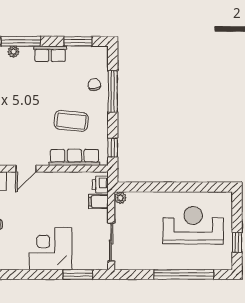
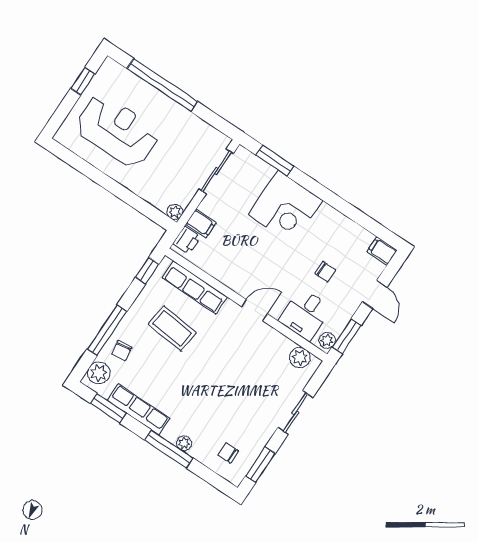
row of seats: (50, 54) -> (138, 409), width x1.48
plant: (99, 60) -> (99, 373), added
reception desk: (193, 225) -> (117, 131), turned 180

